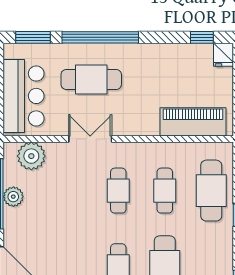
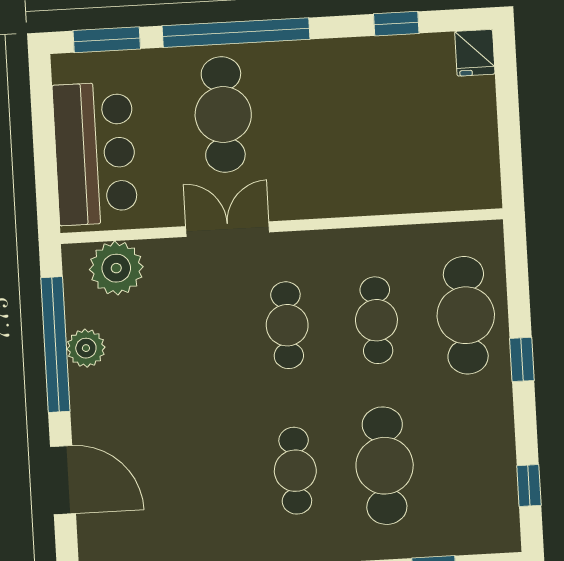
window: (202, 37) -> (396, 24), moved
cafe table: (91, 79) -> (223, 114), turned 90
piano: (193, 122) -> (423, 185), removed

